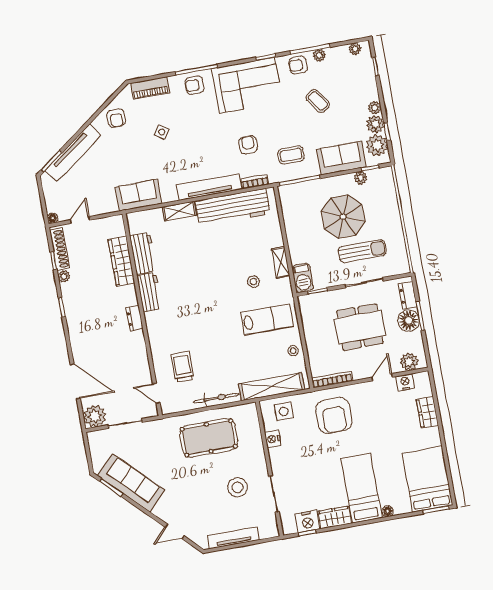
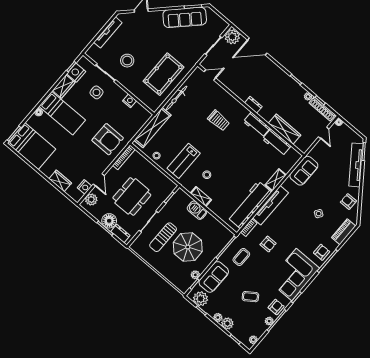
plant: (375, 124) -> (227, 323), moved
barbecue: (303, 278) -> (197, 210), moved
trolley: (183, 367) -> (219, 121), moved
side table: (284, 411) -> (96, 92), moved
armchair: (334, 416) -> (108, 139), turned 180

